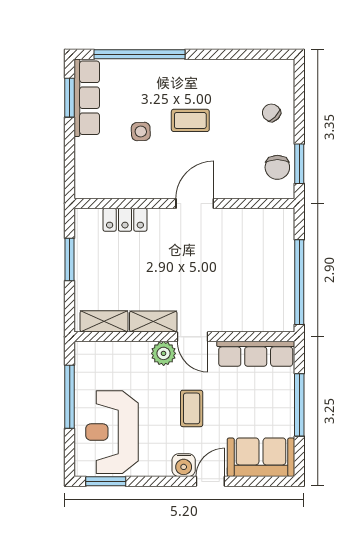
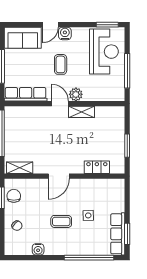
water cooler: (233, 69) -> (38, 249), added
shelving: (104, 321) -> (20, 168), moved

